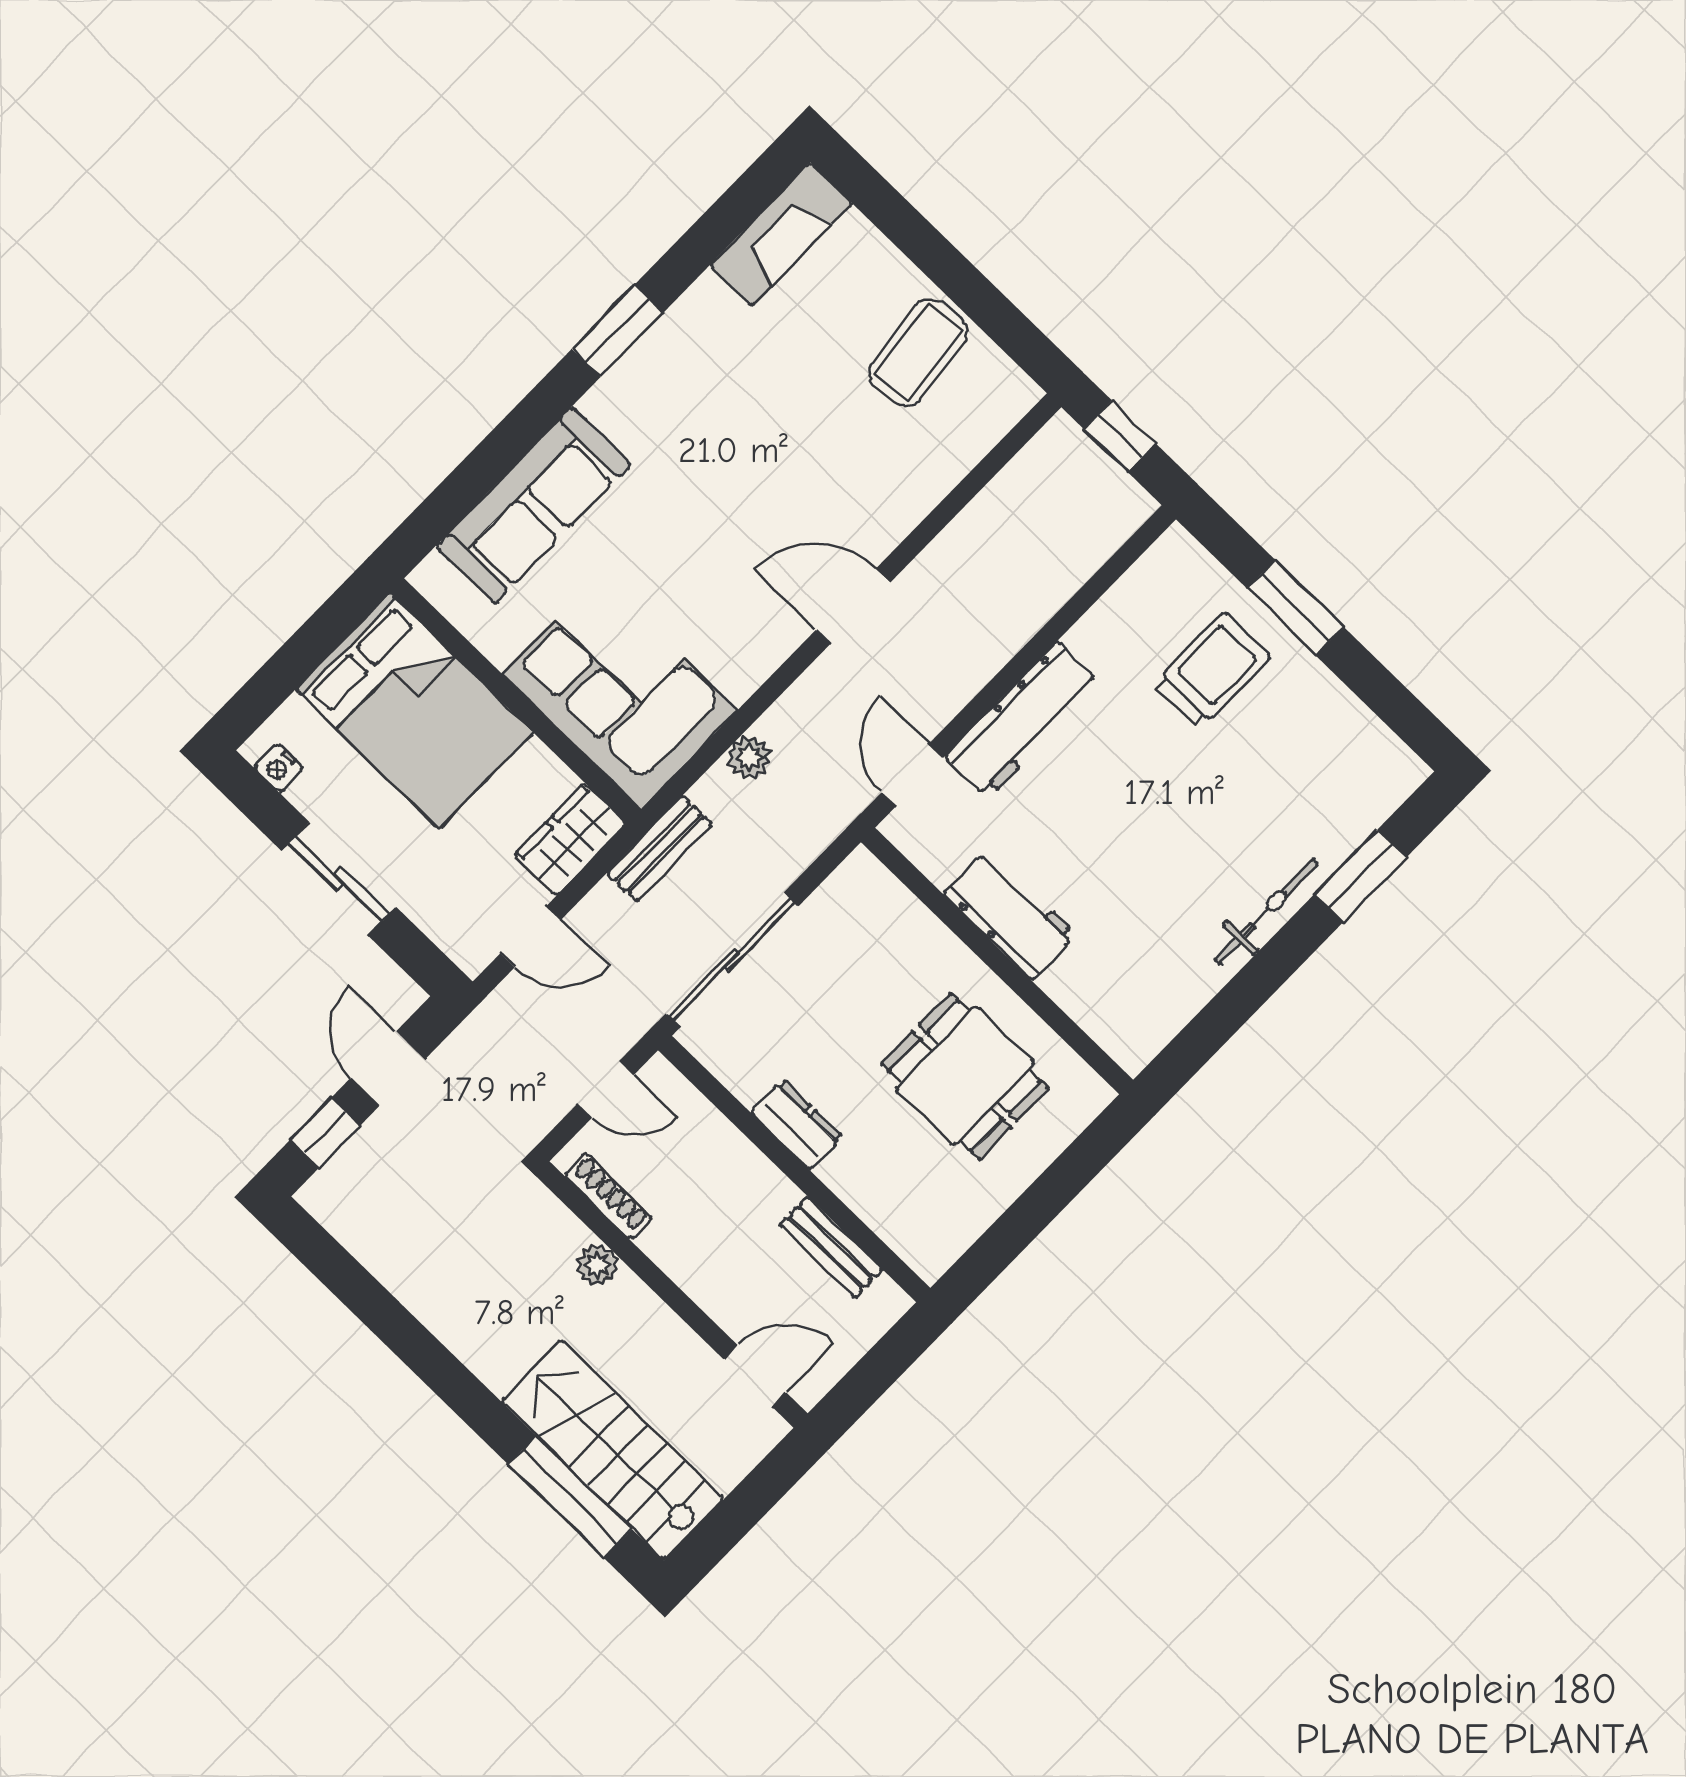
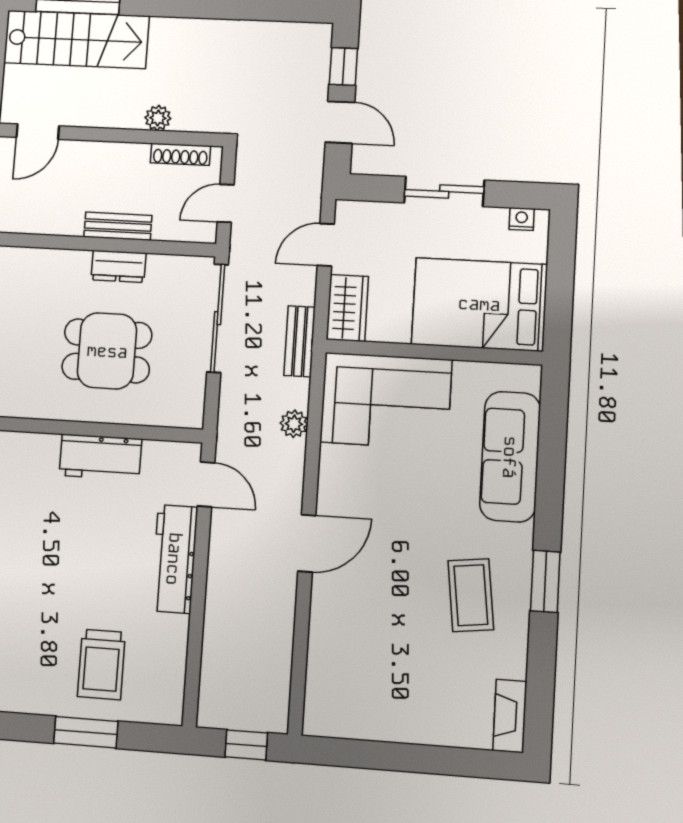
fireplace: (781, 234) -> (510, 716), width x0.73, depth x0.76
coffee table: (918, 353) -> (471, 595), moved
dining table: (965, 1076) -> (107, 351), moved
bench: (831, 1247) -> (118, 226), moved

